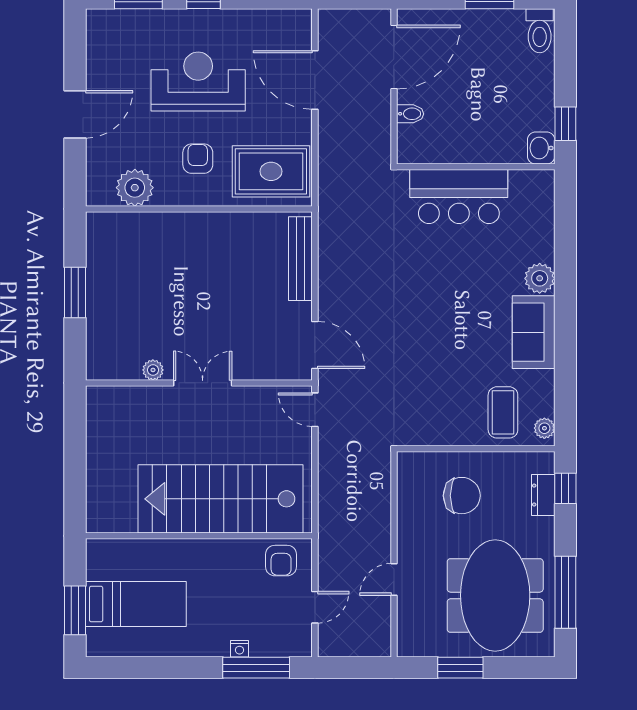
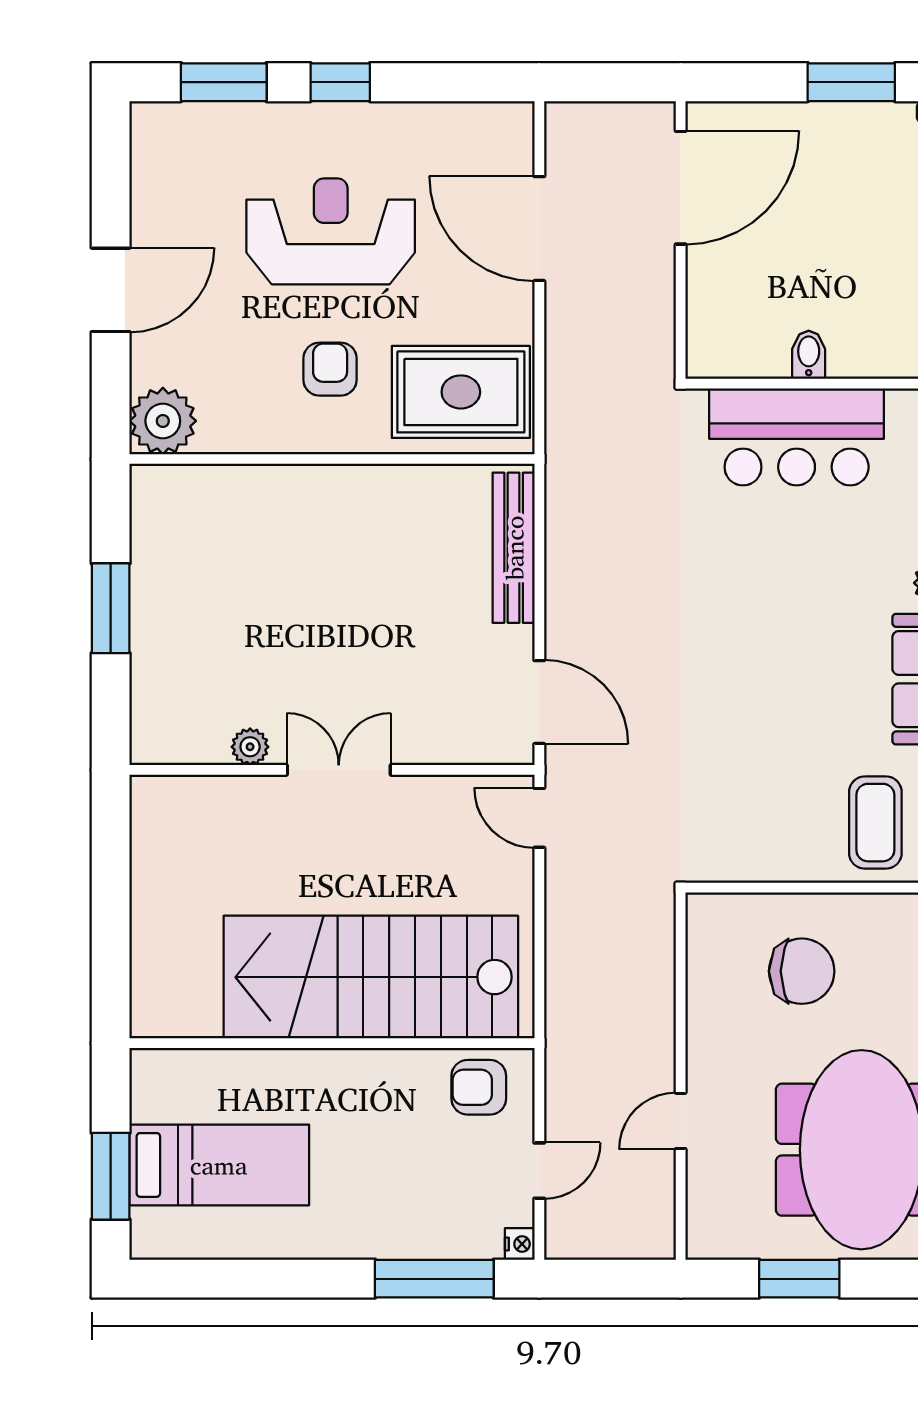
bidet: (410, 114) -> (809, 355), moved, turned -90
plant: (135, 188) -> (163, 421), moved
armchair: (281, 561) -> (479, 1087), turned 90
nightstand: (240, 649) -> (520, 1244), moved, turned -90

